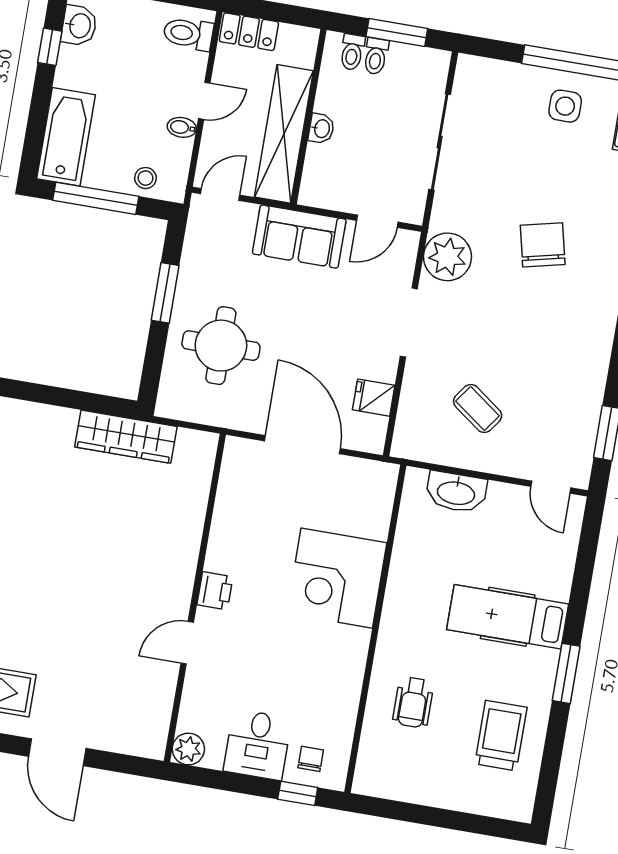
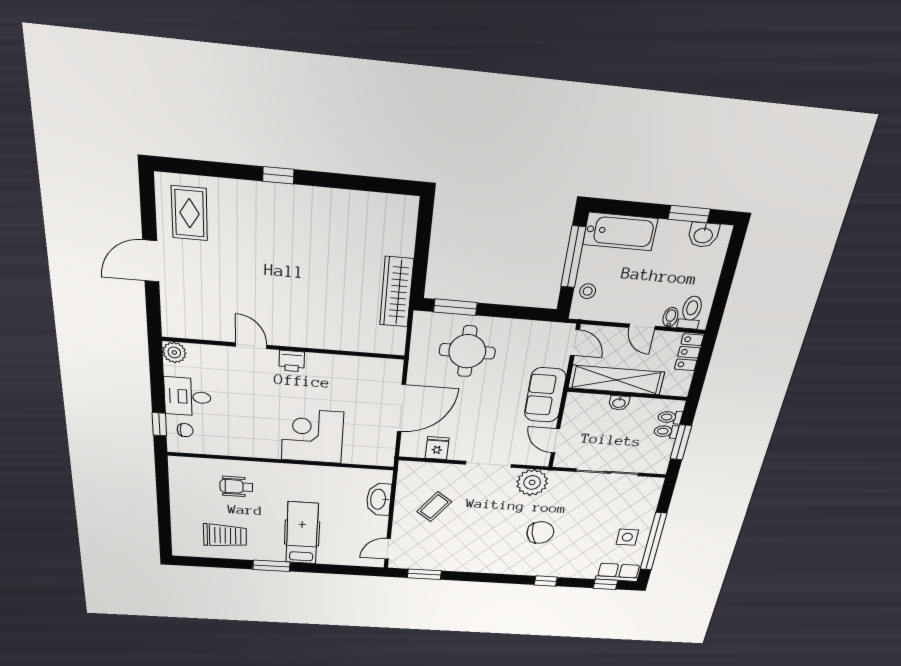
window: (50, 47) -> (689, 214), width x1.50
bidet: (182, 127) -> (670, 317), moved
window: (165, 293) -> (455, 307), moved

